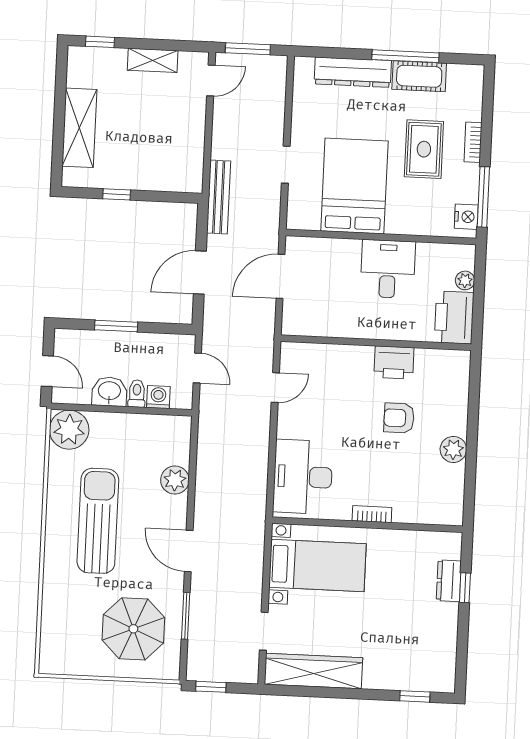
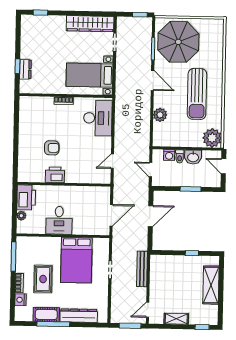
bench: (219, 197) -> (142, 269), moved
nightstand: (466, 217) -> (20, 300), moved
plant: (453, 449) -> (25, 133), removed
parasol: (133, 629) -> (178, 42), width x1.36, depth x1.36

